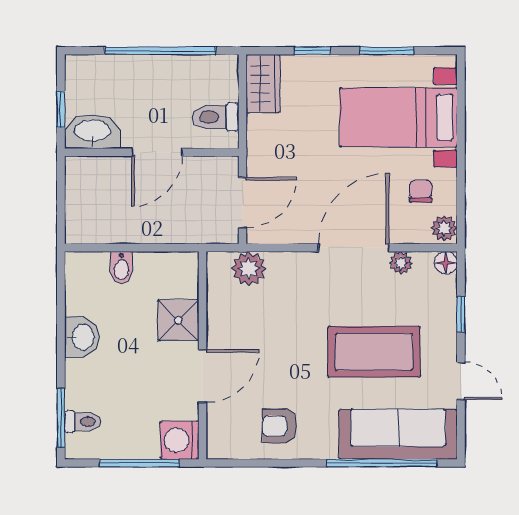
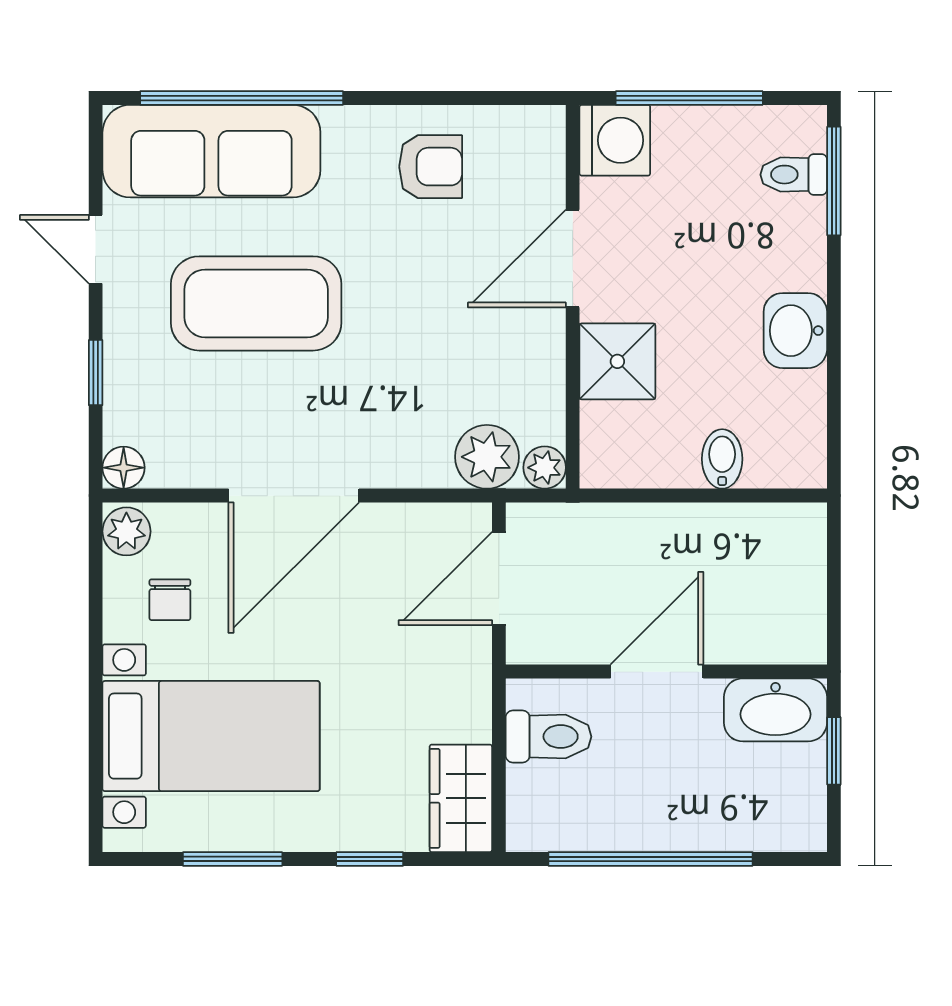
plant: (401, 263) -> (545, 468), moved

